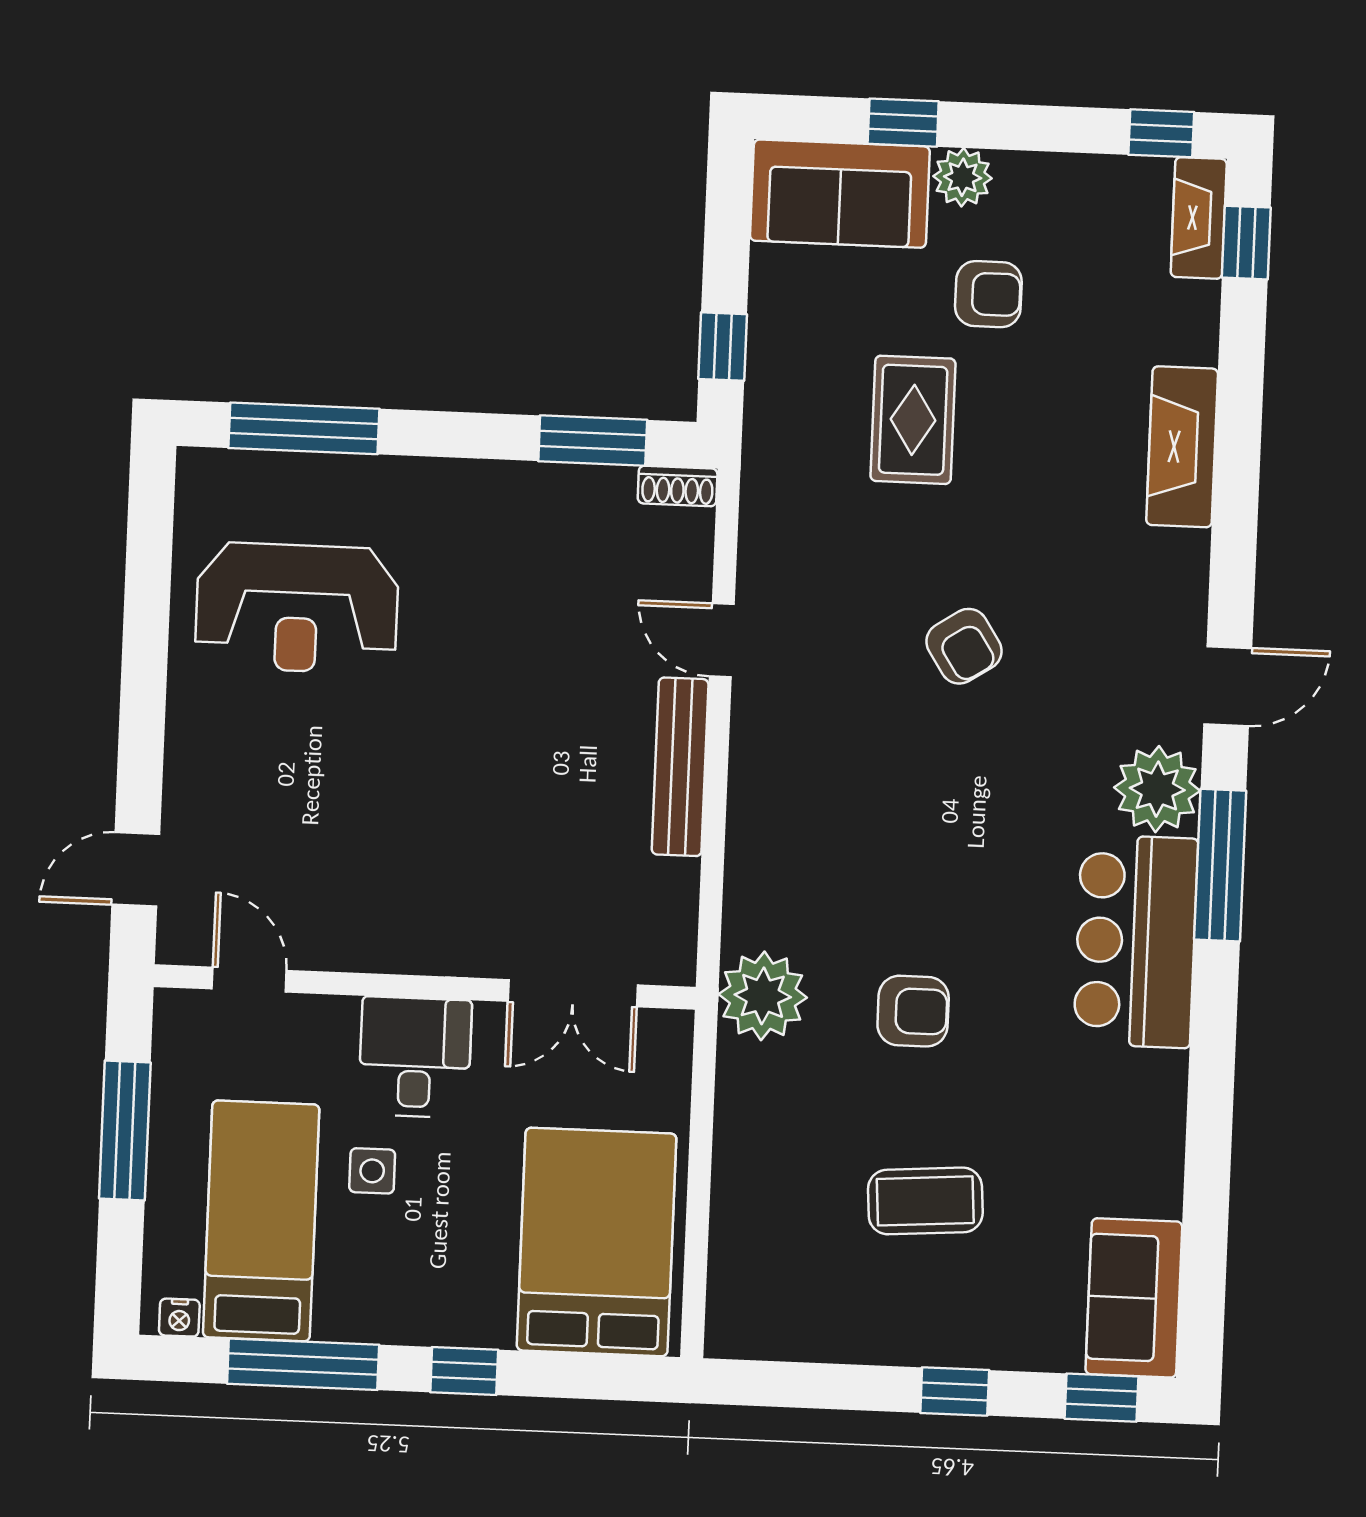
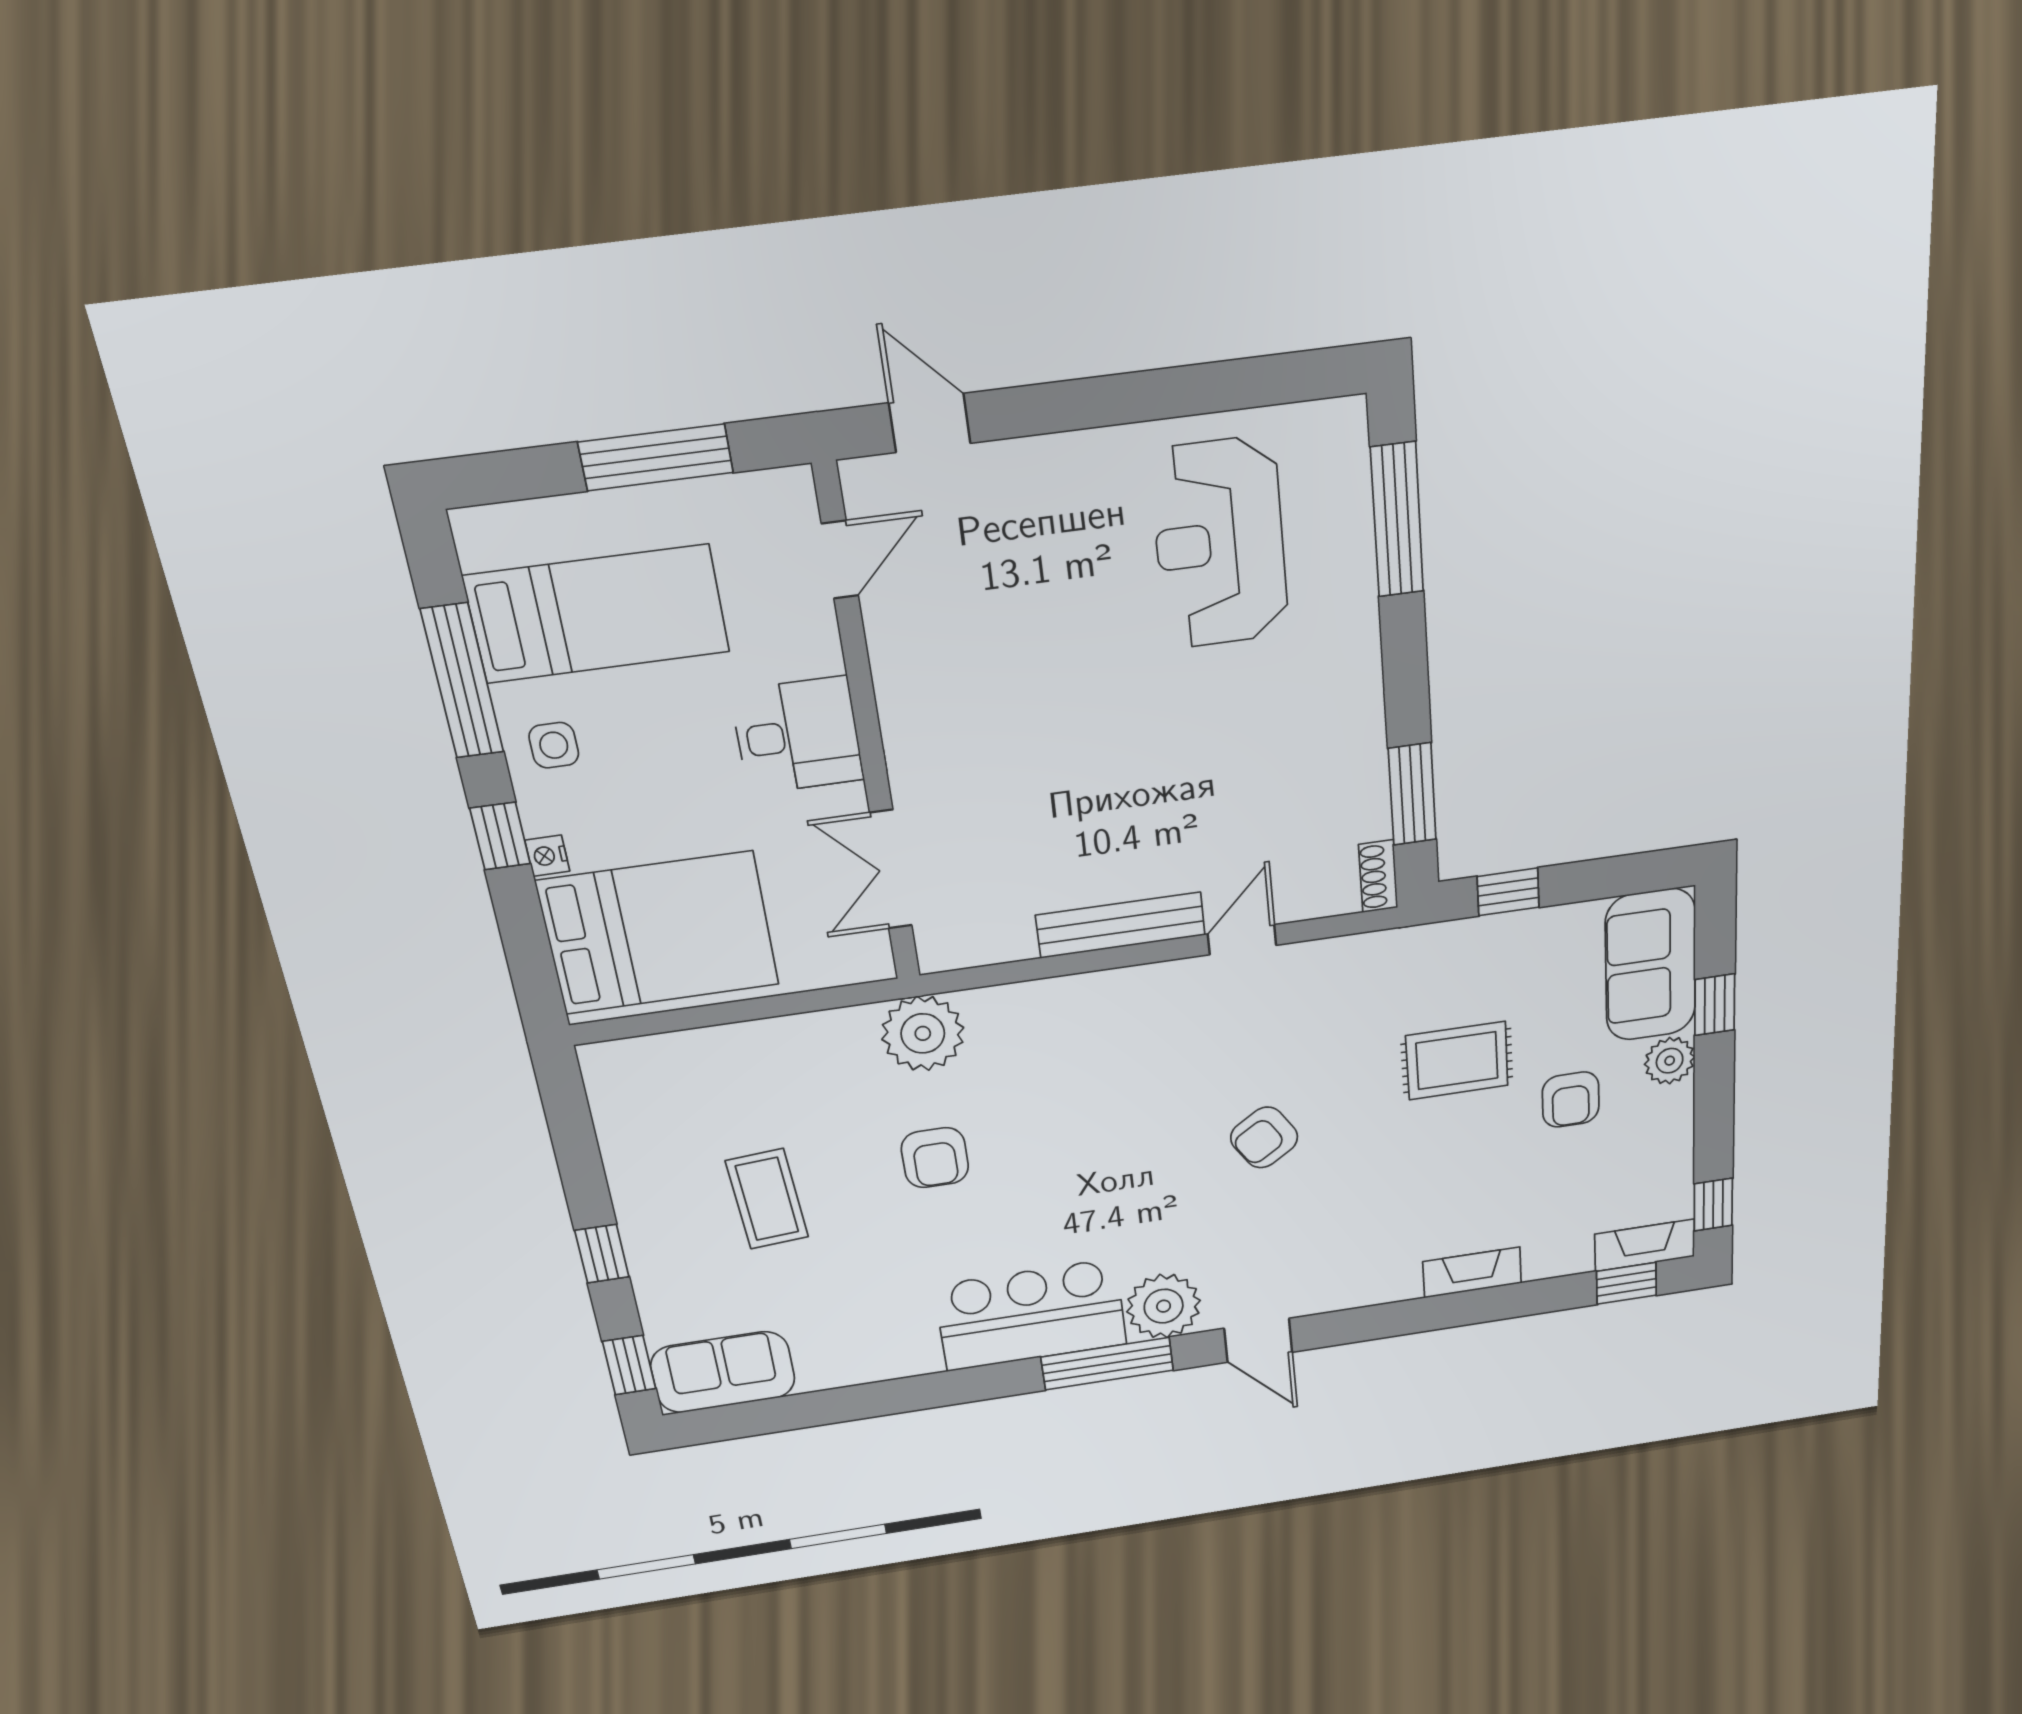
fireplace: (1182, 447) -> (1472, 1272), width x0.73, depth x0.76
side table: (372, 1171) -> (554, 745), moved
nightstand: (179, 1318) -> (547, 856), moved

